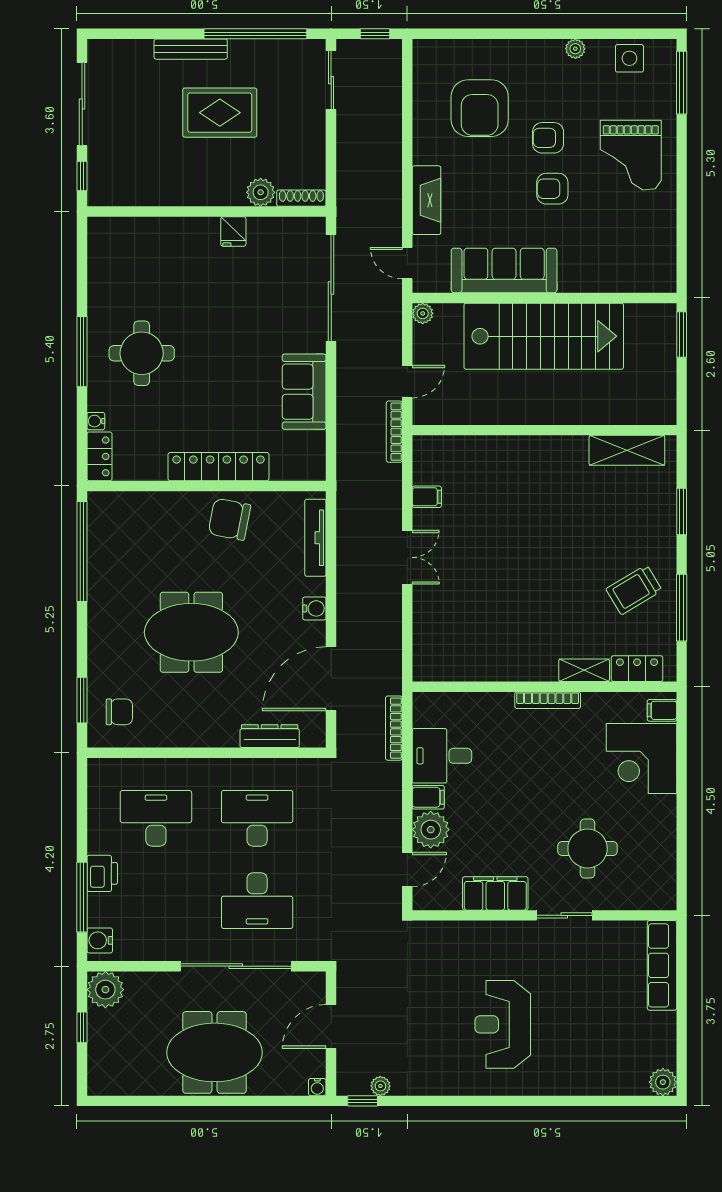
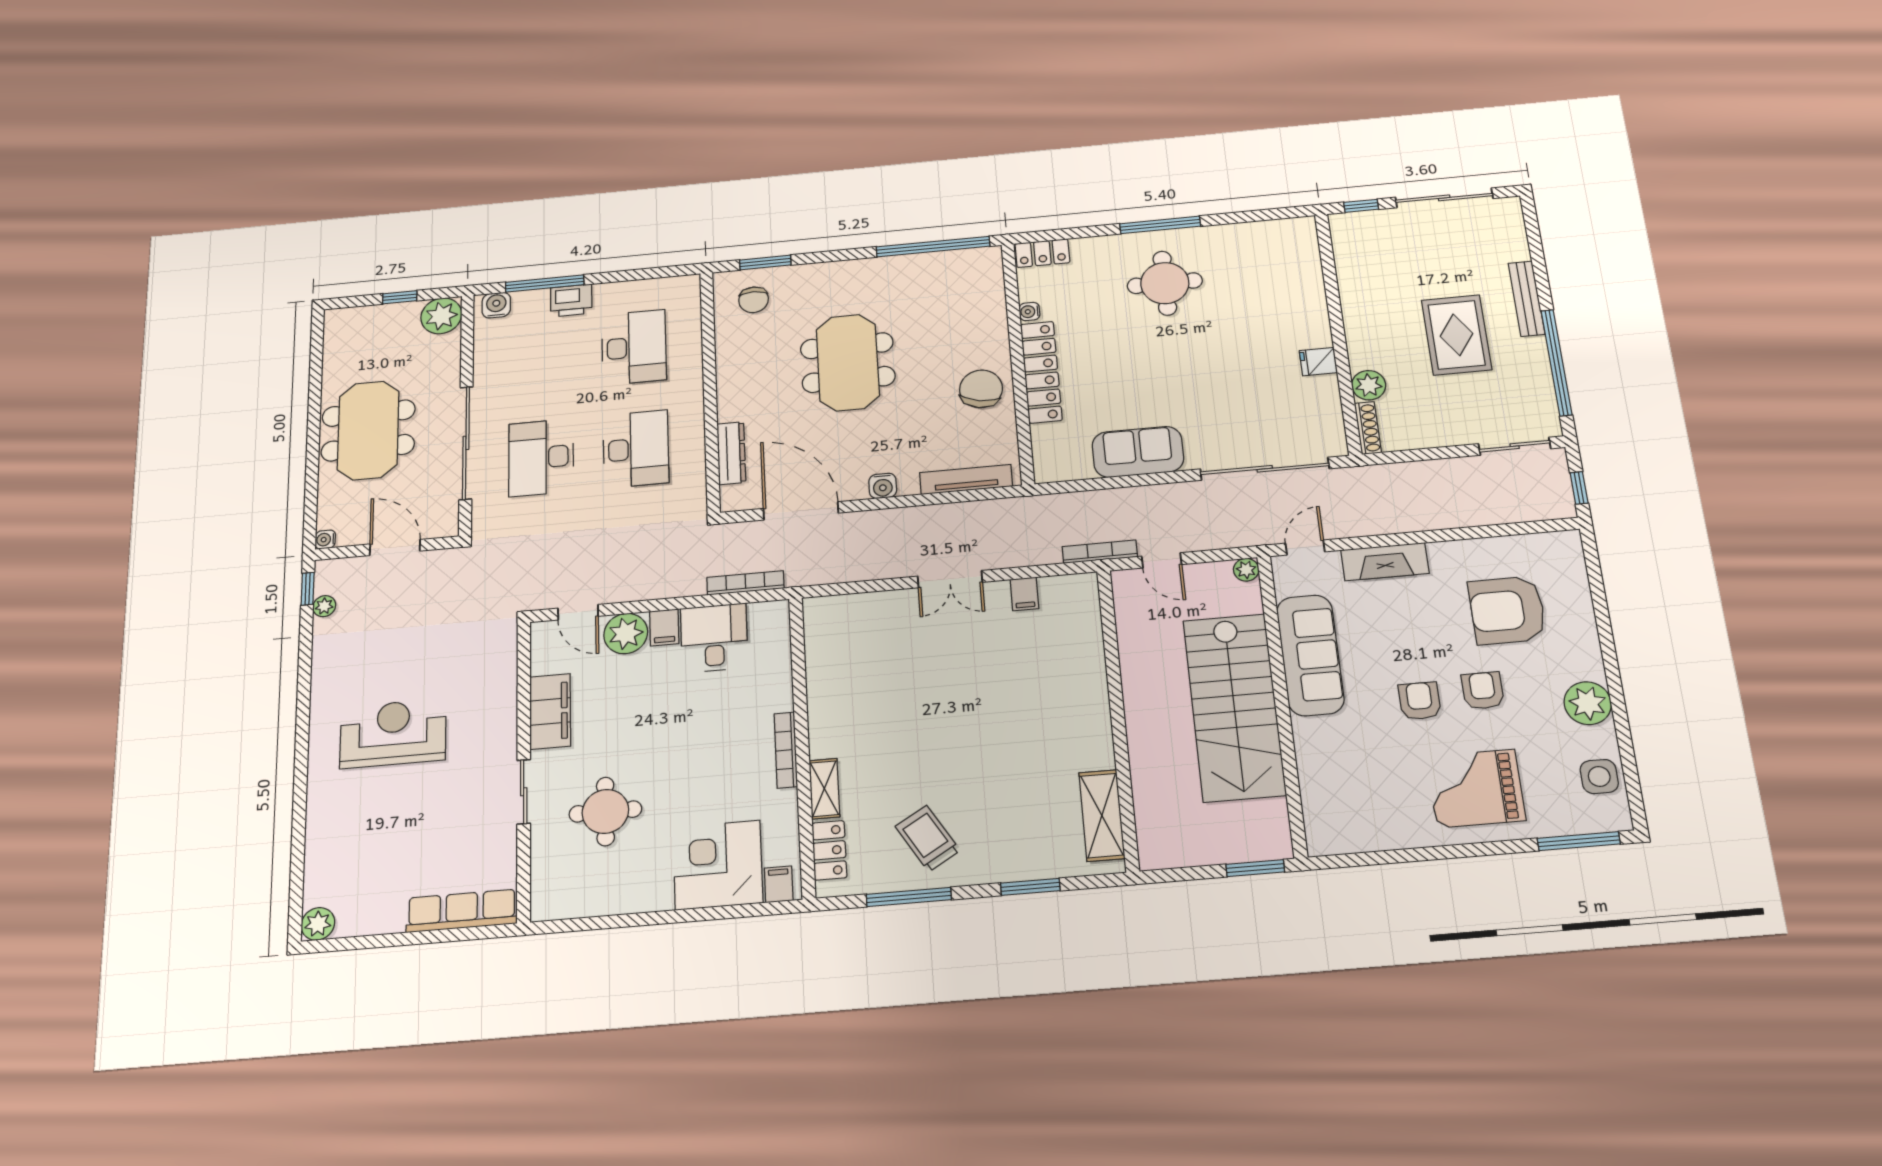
plant: (575, 49) -> (1588, 703), width x1.88, depth x1.88
water cooler: (96, 421) -> (1029, 312), moved, turned -90

